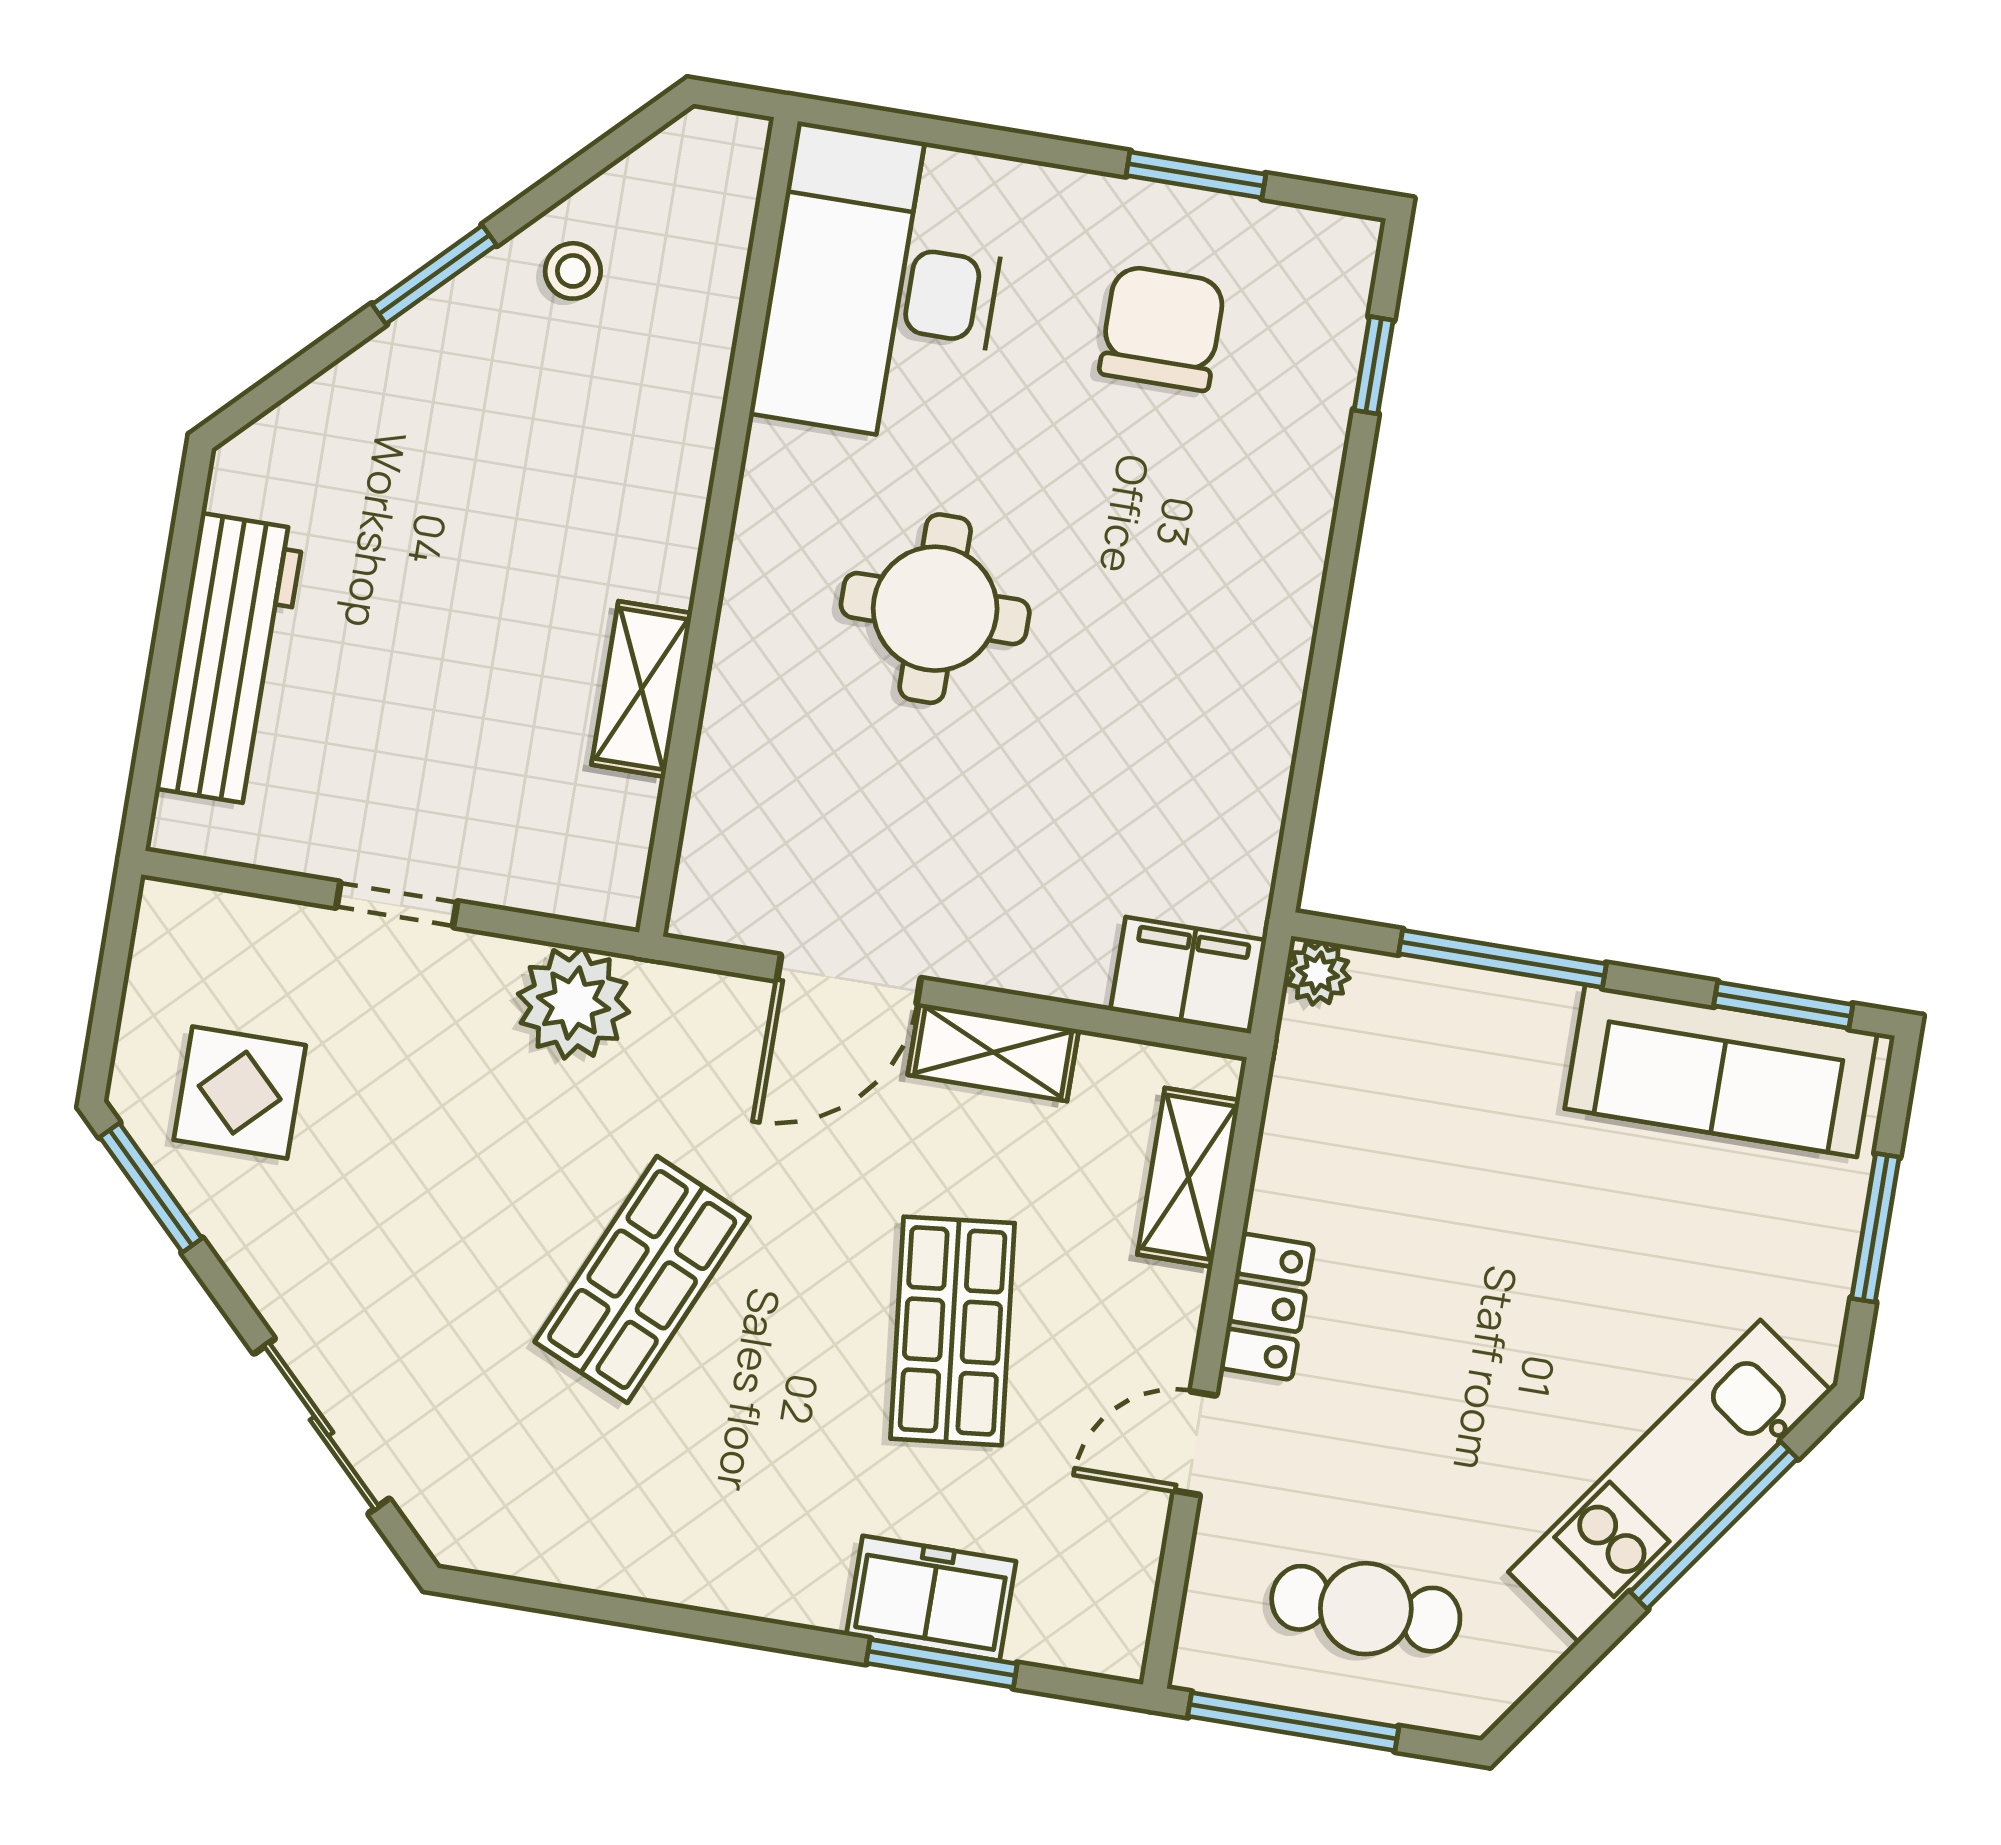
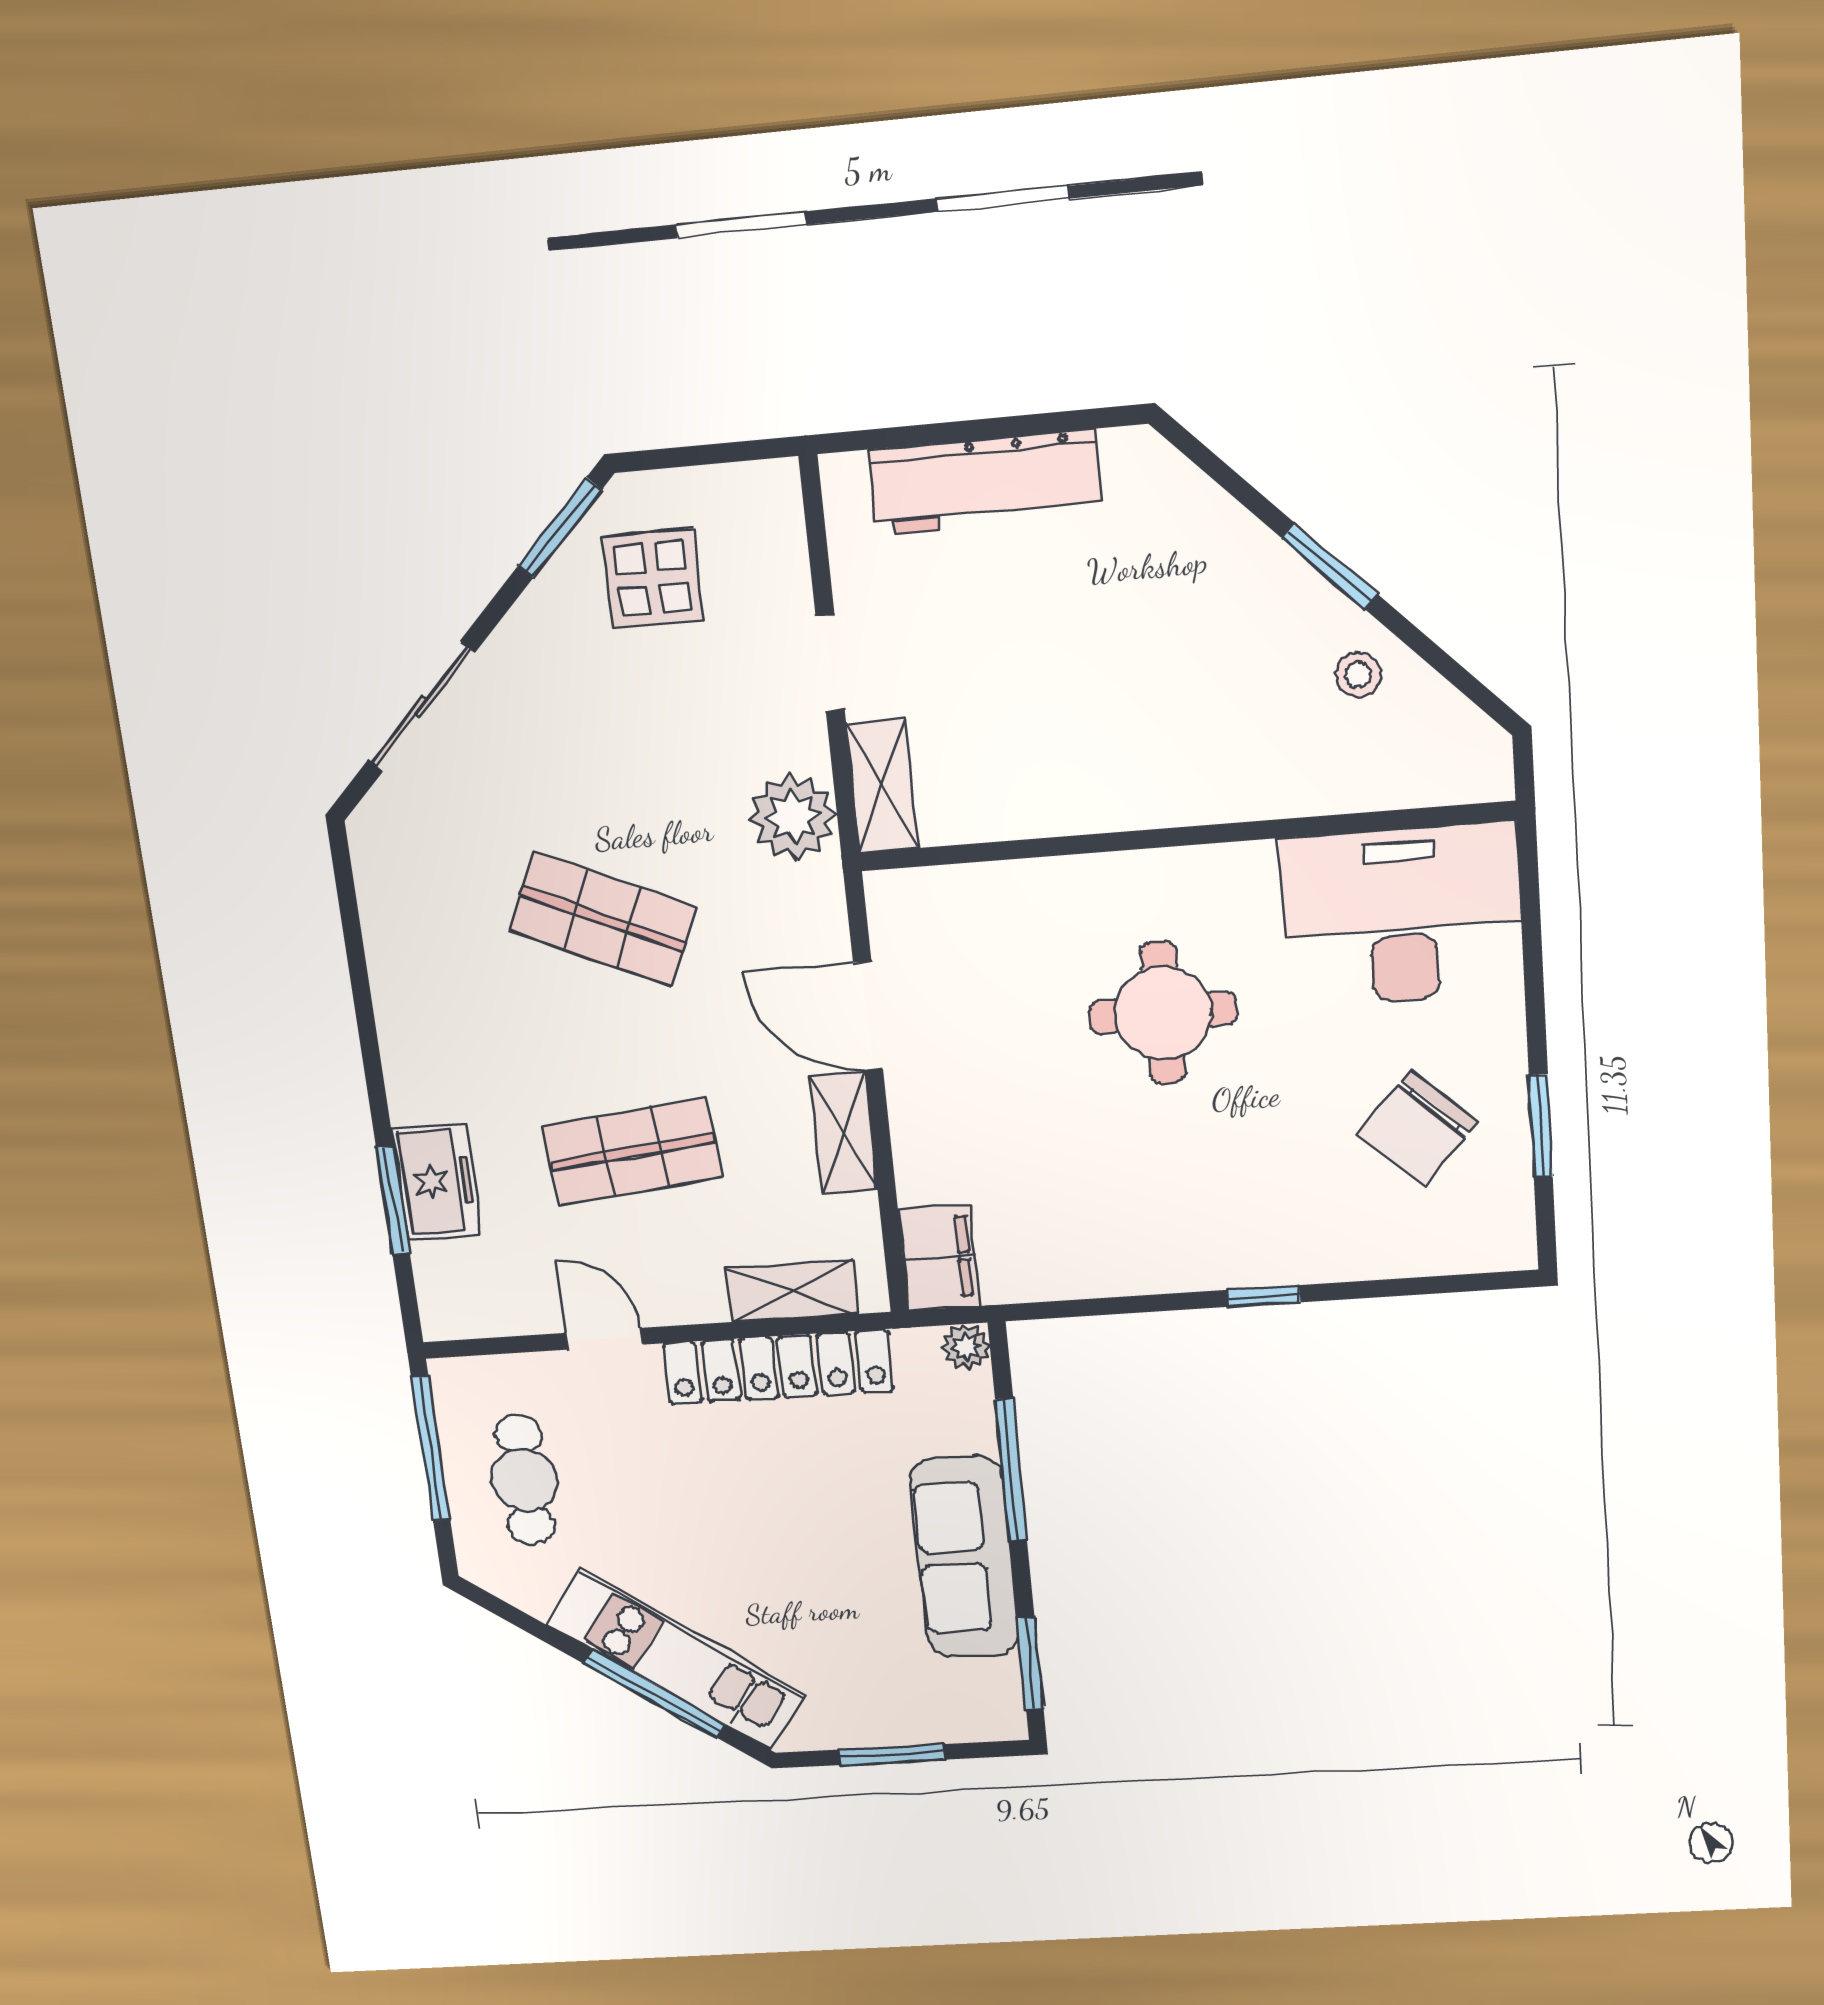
chair: (1162, 328) -> (1418, 1128), turned 133
window: (1374, 365) -> (1263, 1296), moved
shelving: (642, 689) -> (882, 786), moved, turned 90
sofa: (1721, 1071) -> (965, 1557), moved
locker: (1267, 1307) -> (778, 1367), width x2.16, depth x1.21

